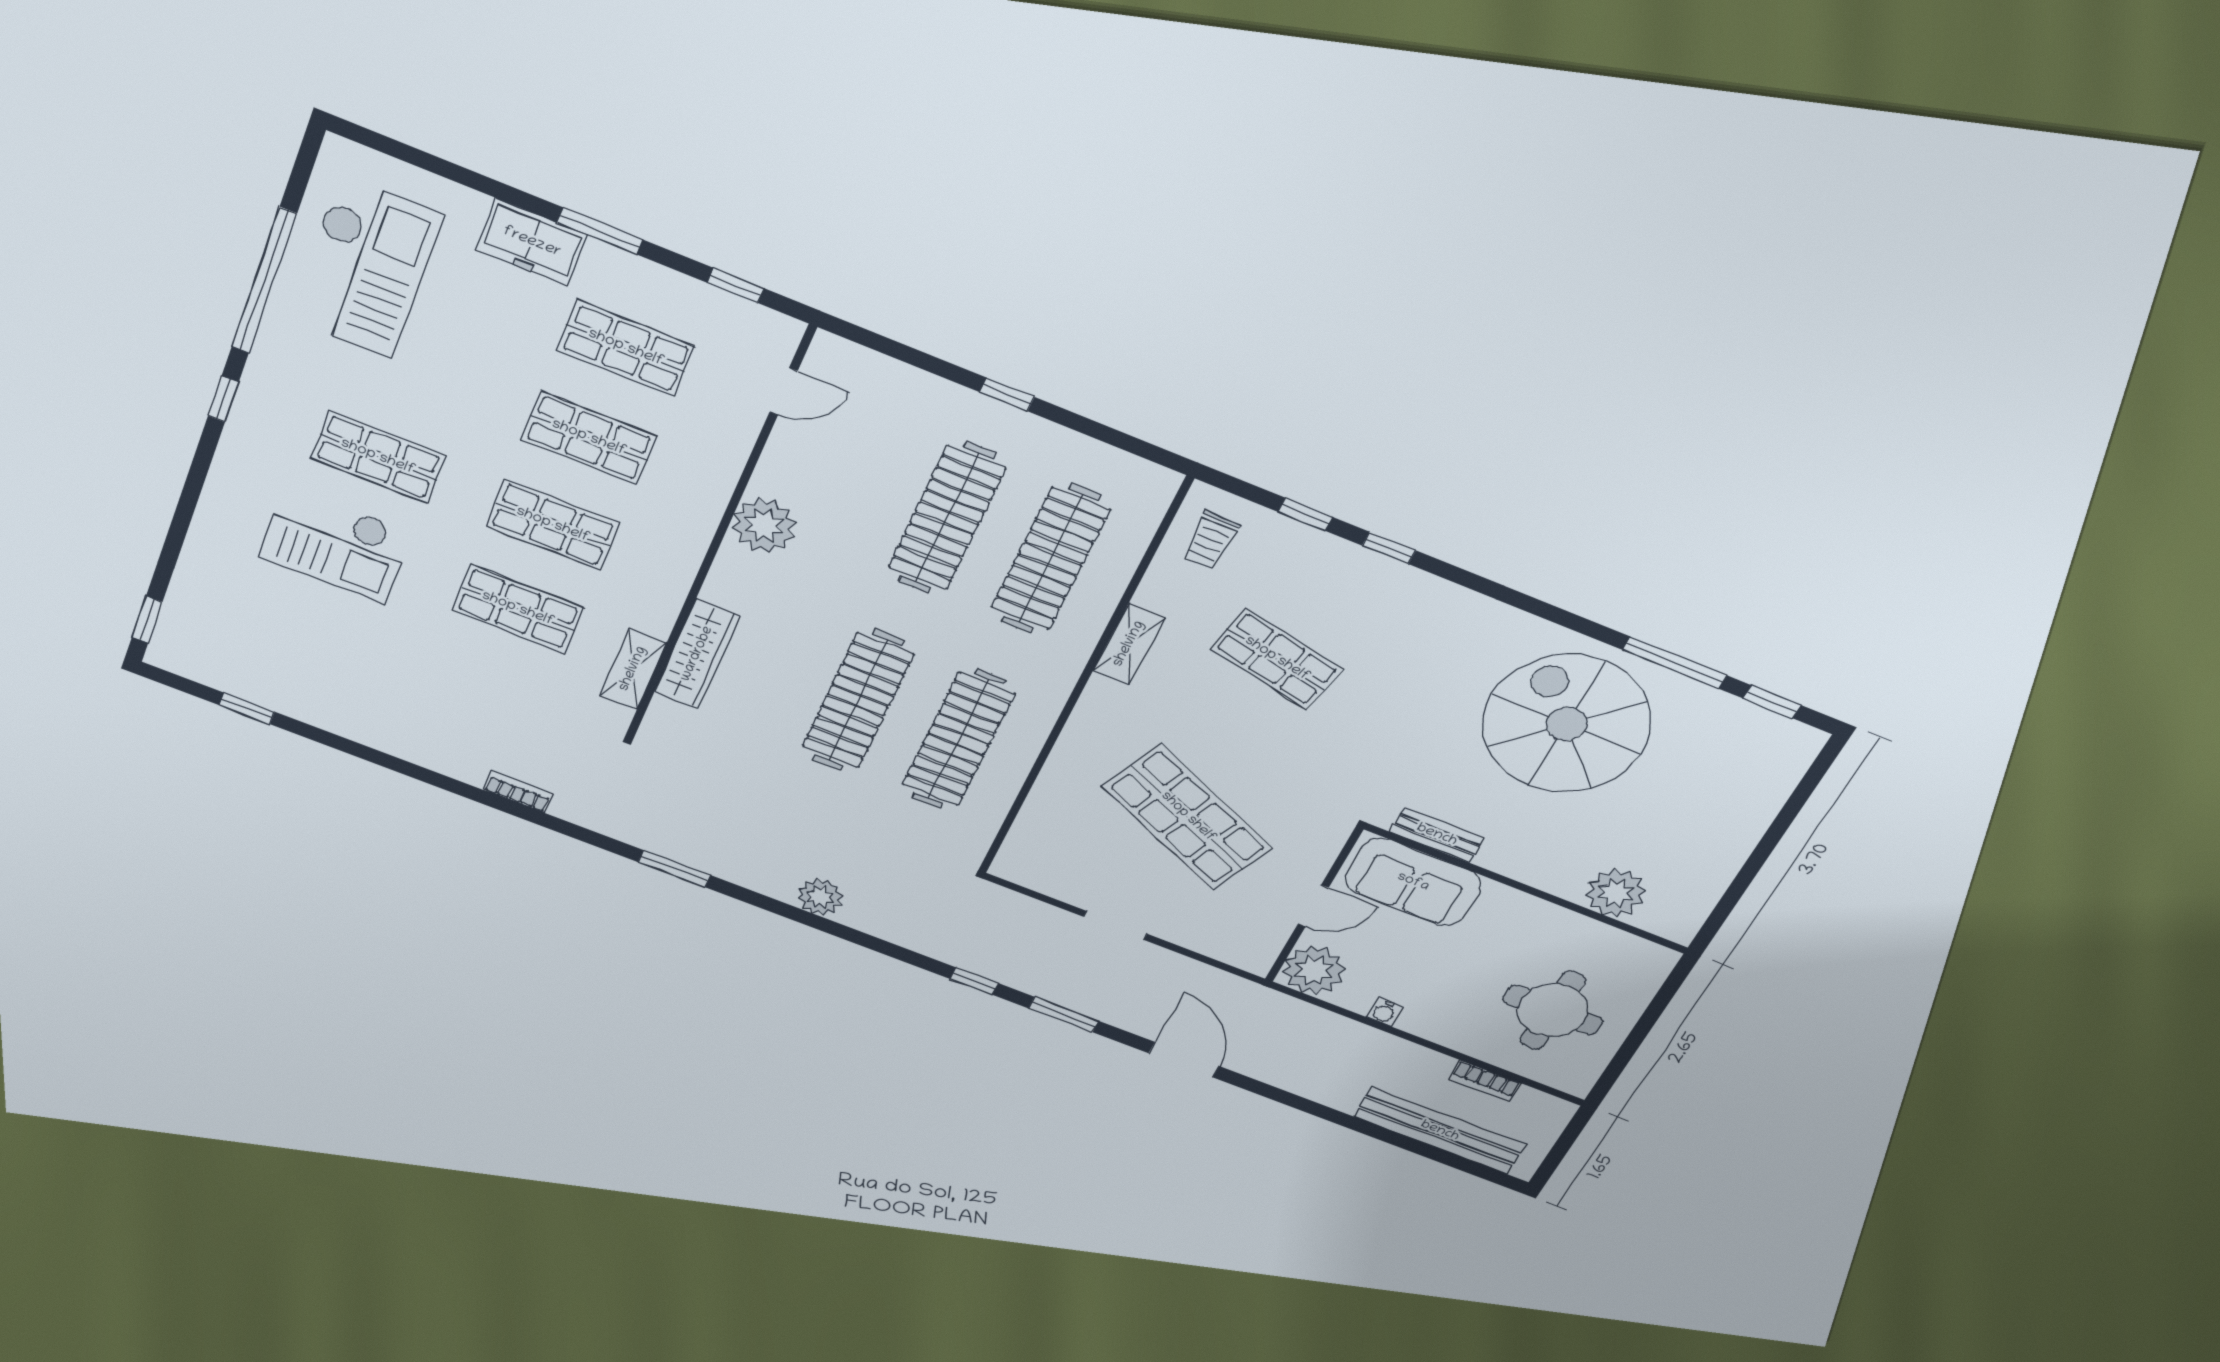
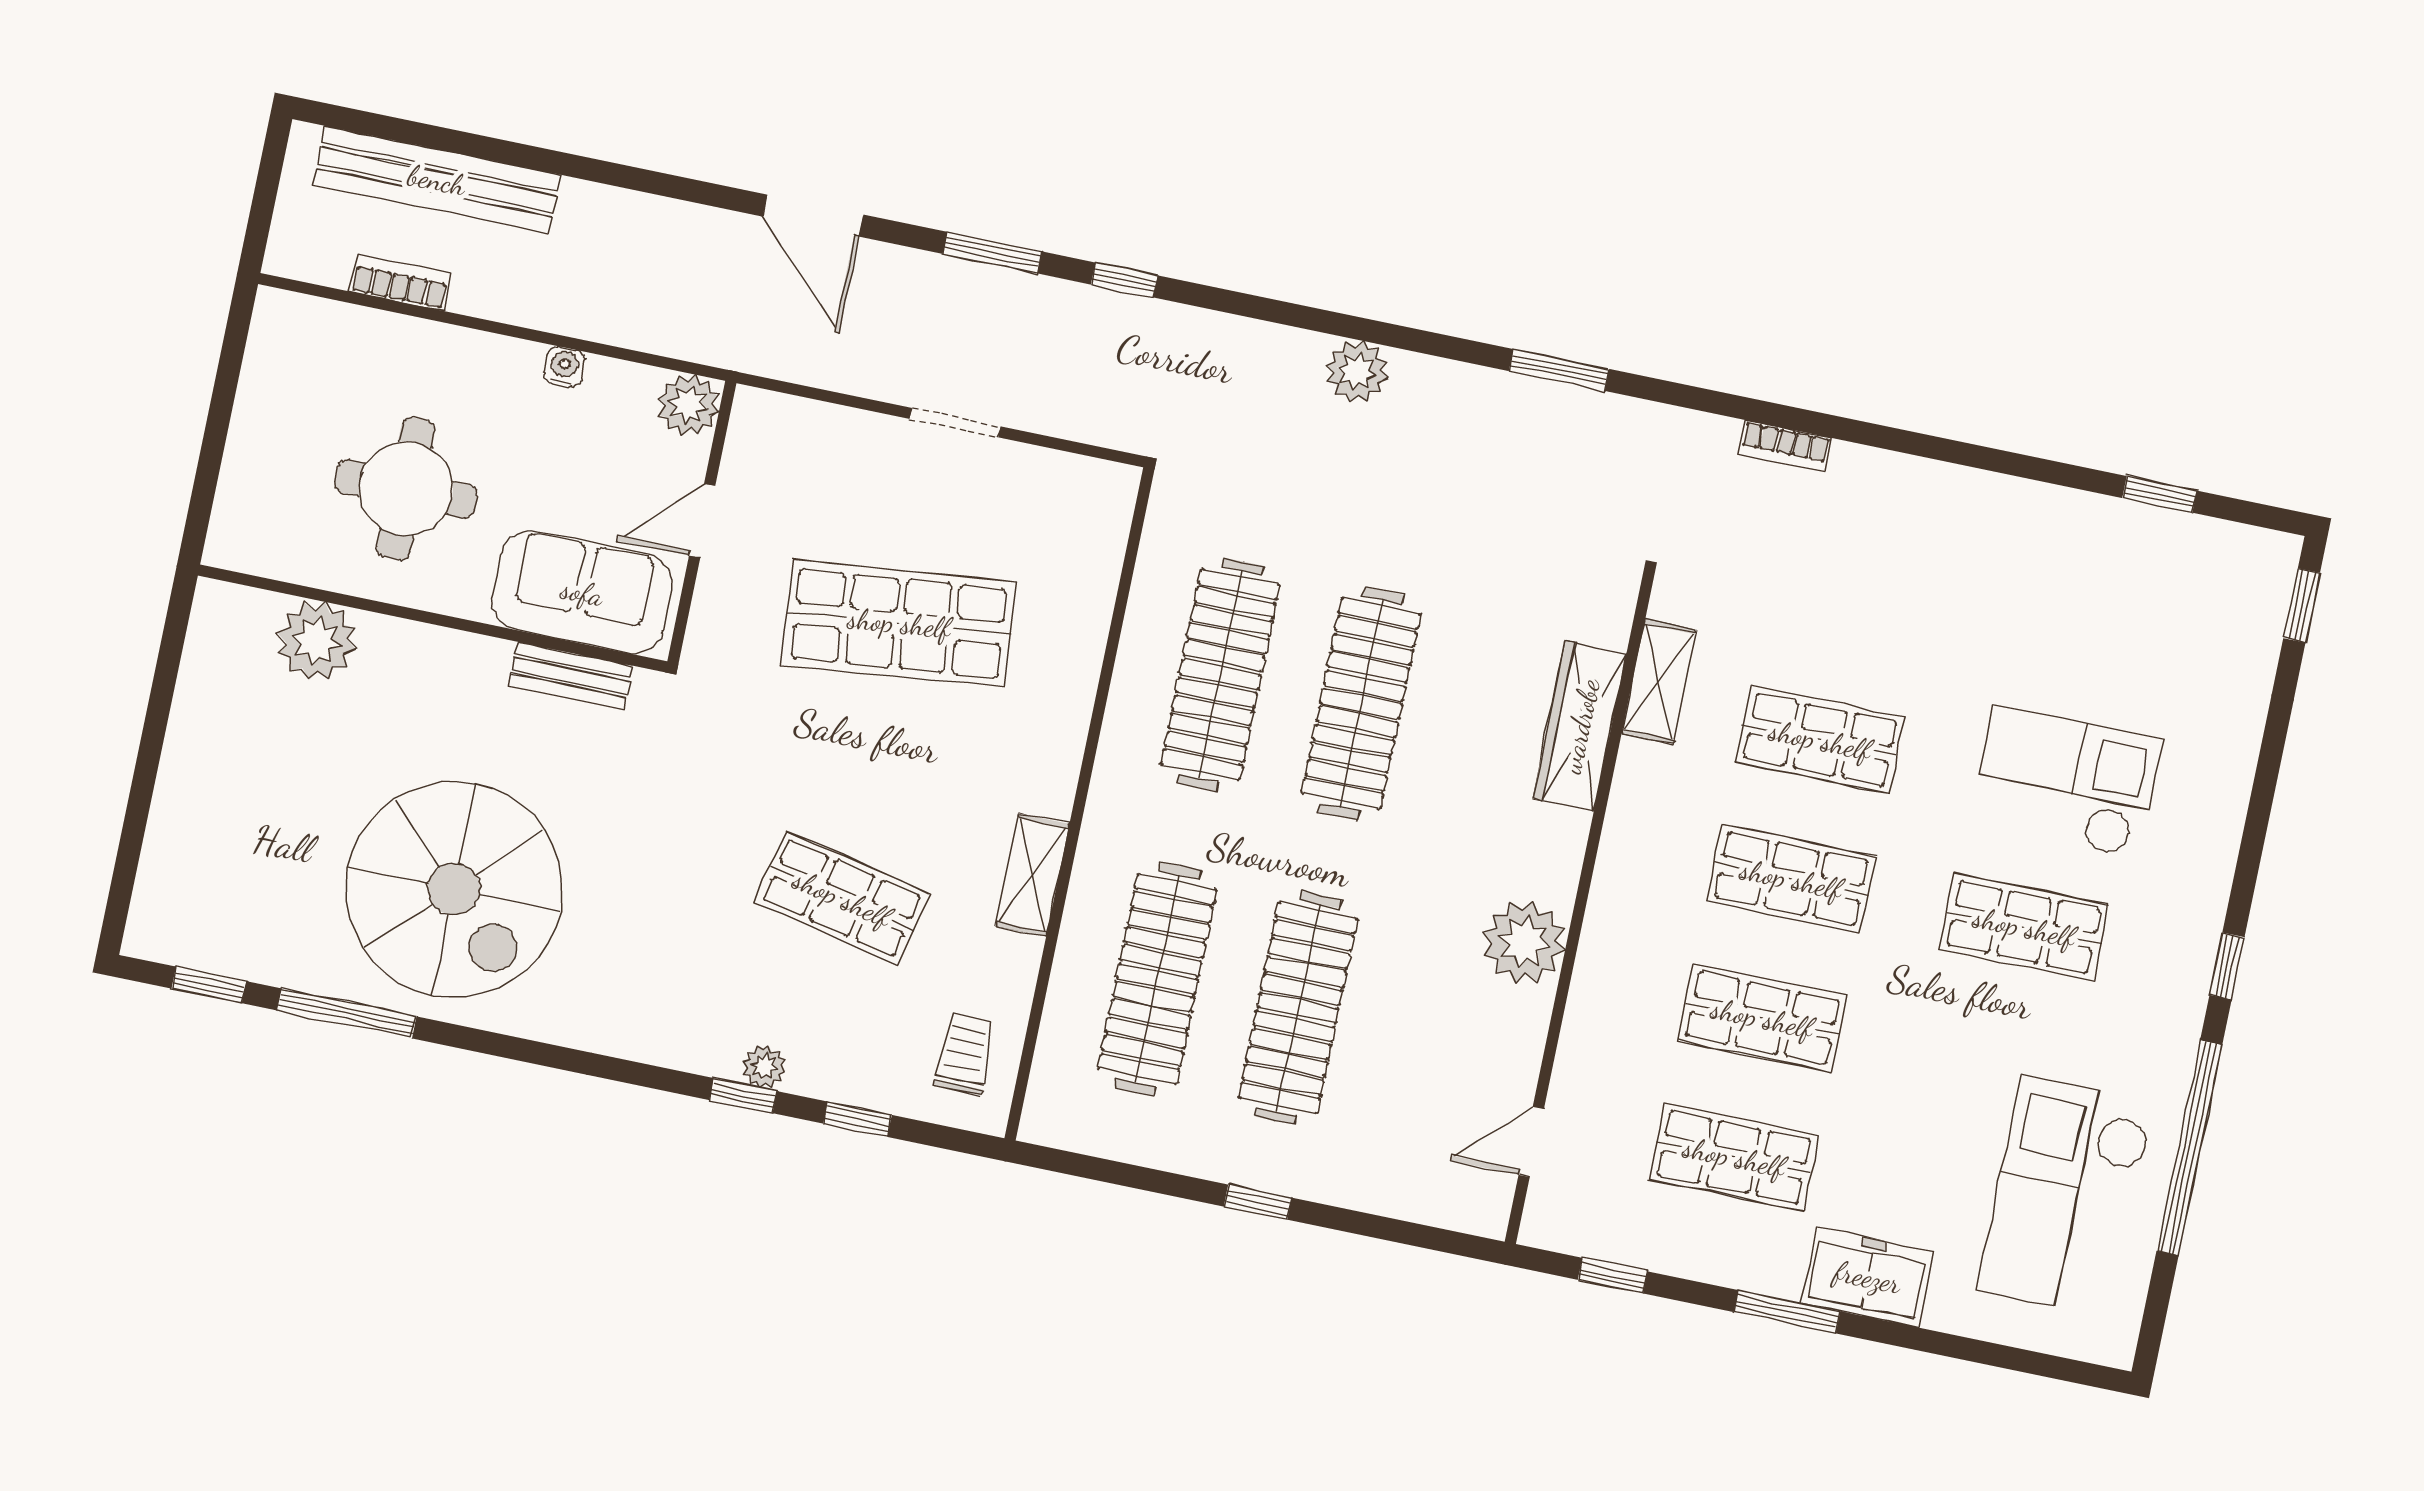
plant: (1367, 563) -> (764, 1067), added
shop shelf: (1188, 817) -> (899, 623), turned -30
plant: (1314, 970) -> (689, 405), width x0.73, depth x0.73
round table: (1553, 1010) -> (406, 489), moved

